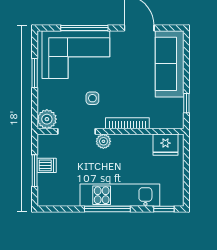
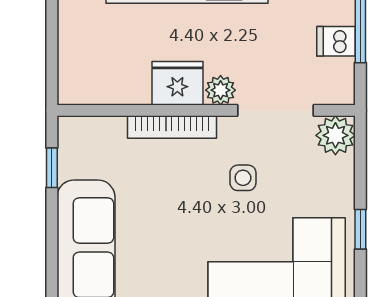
window: (35, 73) -> (360, 229), width x0.67
fridge: (165, 145) -> (177, 83), moved

